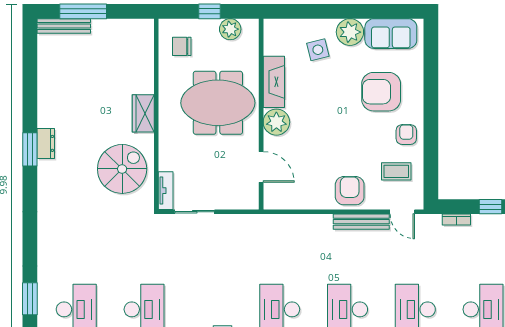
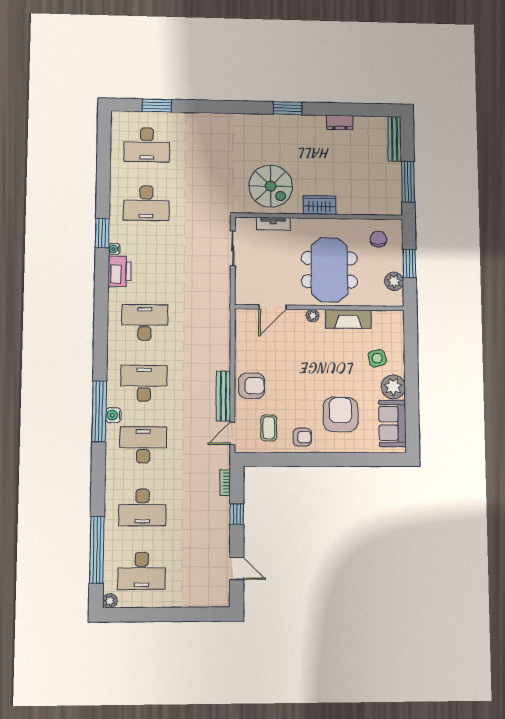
window: (83, 11) -> (408, 182), moved
window: (209, 11) -> (409, 263), width x1.50
plant: (276, 122) -> (313, 316), width x0.53, depth x0.53
dresser: (46, 143) -> (340, 122), moved
tv unit: (166, 191) -> (273, 224), moved

